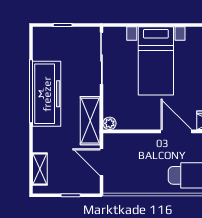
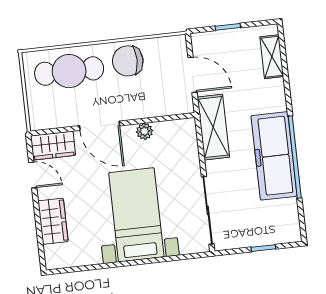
plant: (110, 123) -> (144, 131), moved
chair: (149, 178) -> (128, 61), added

